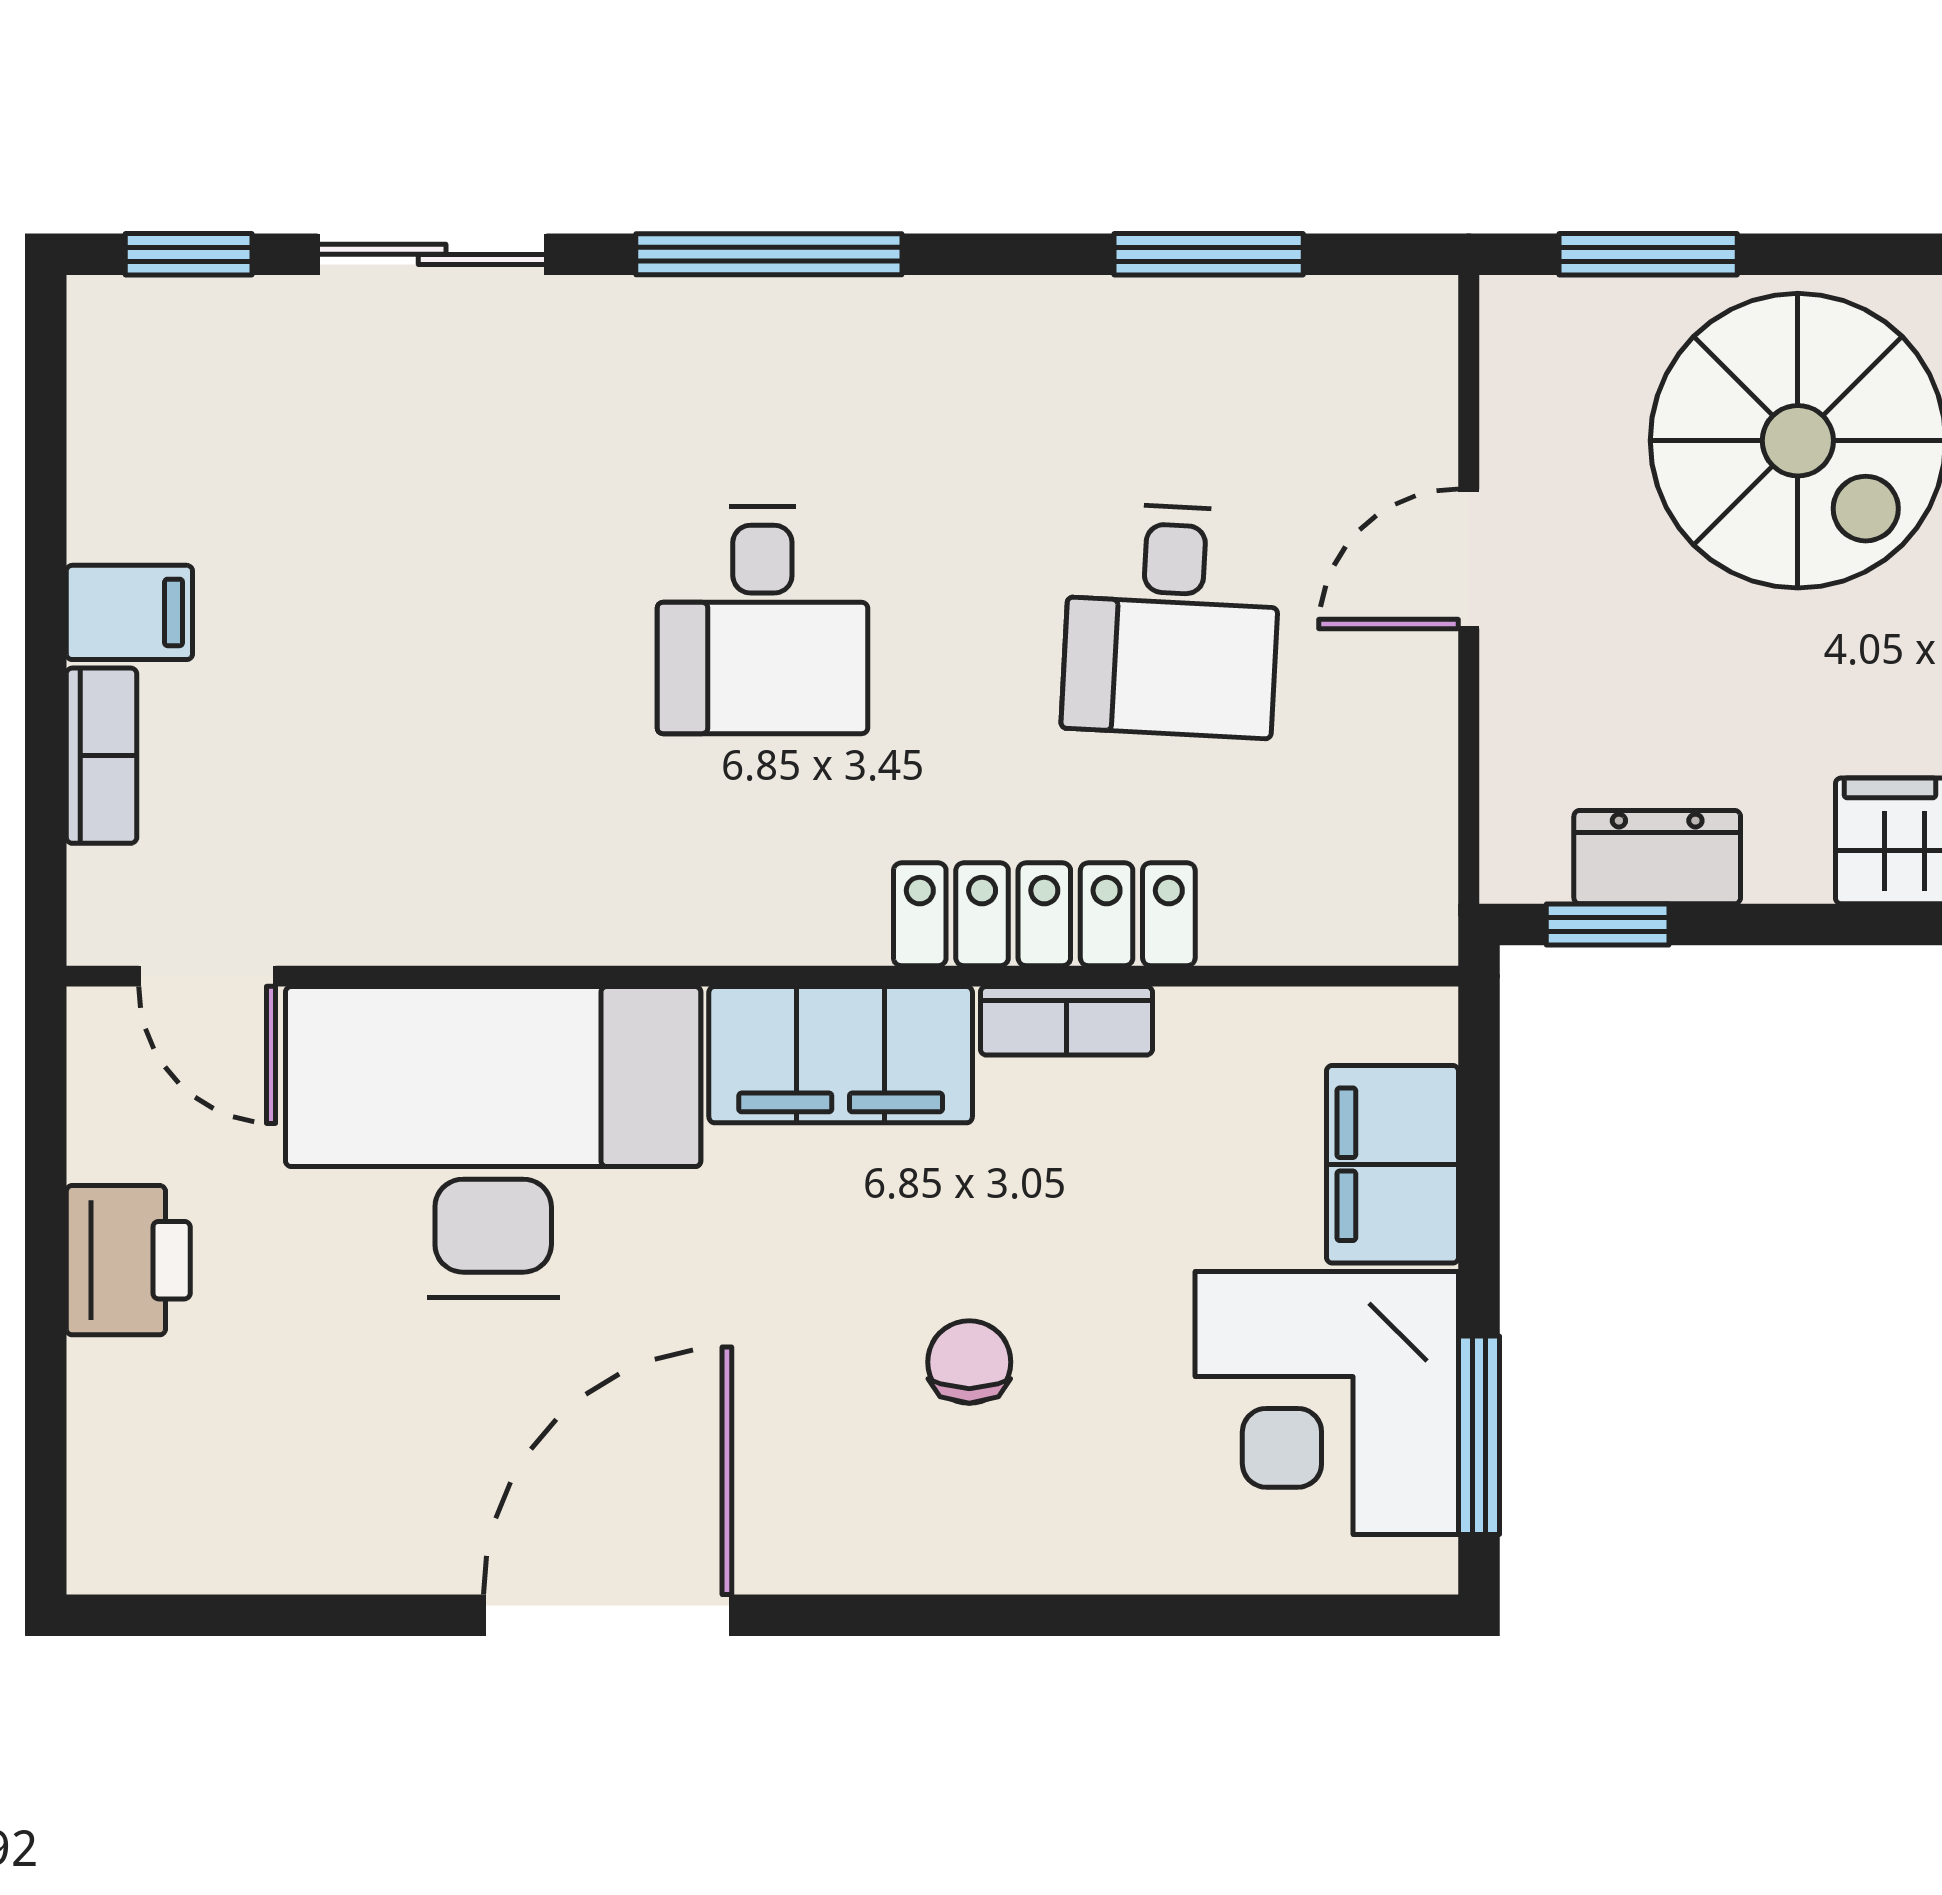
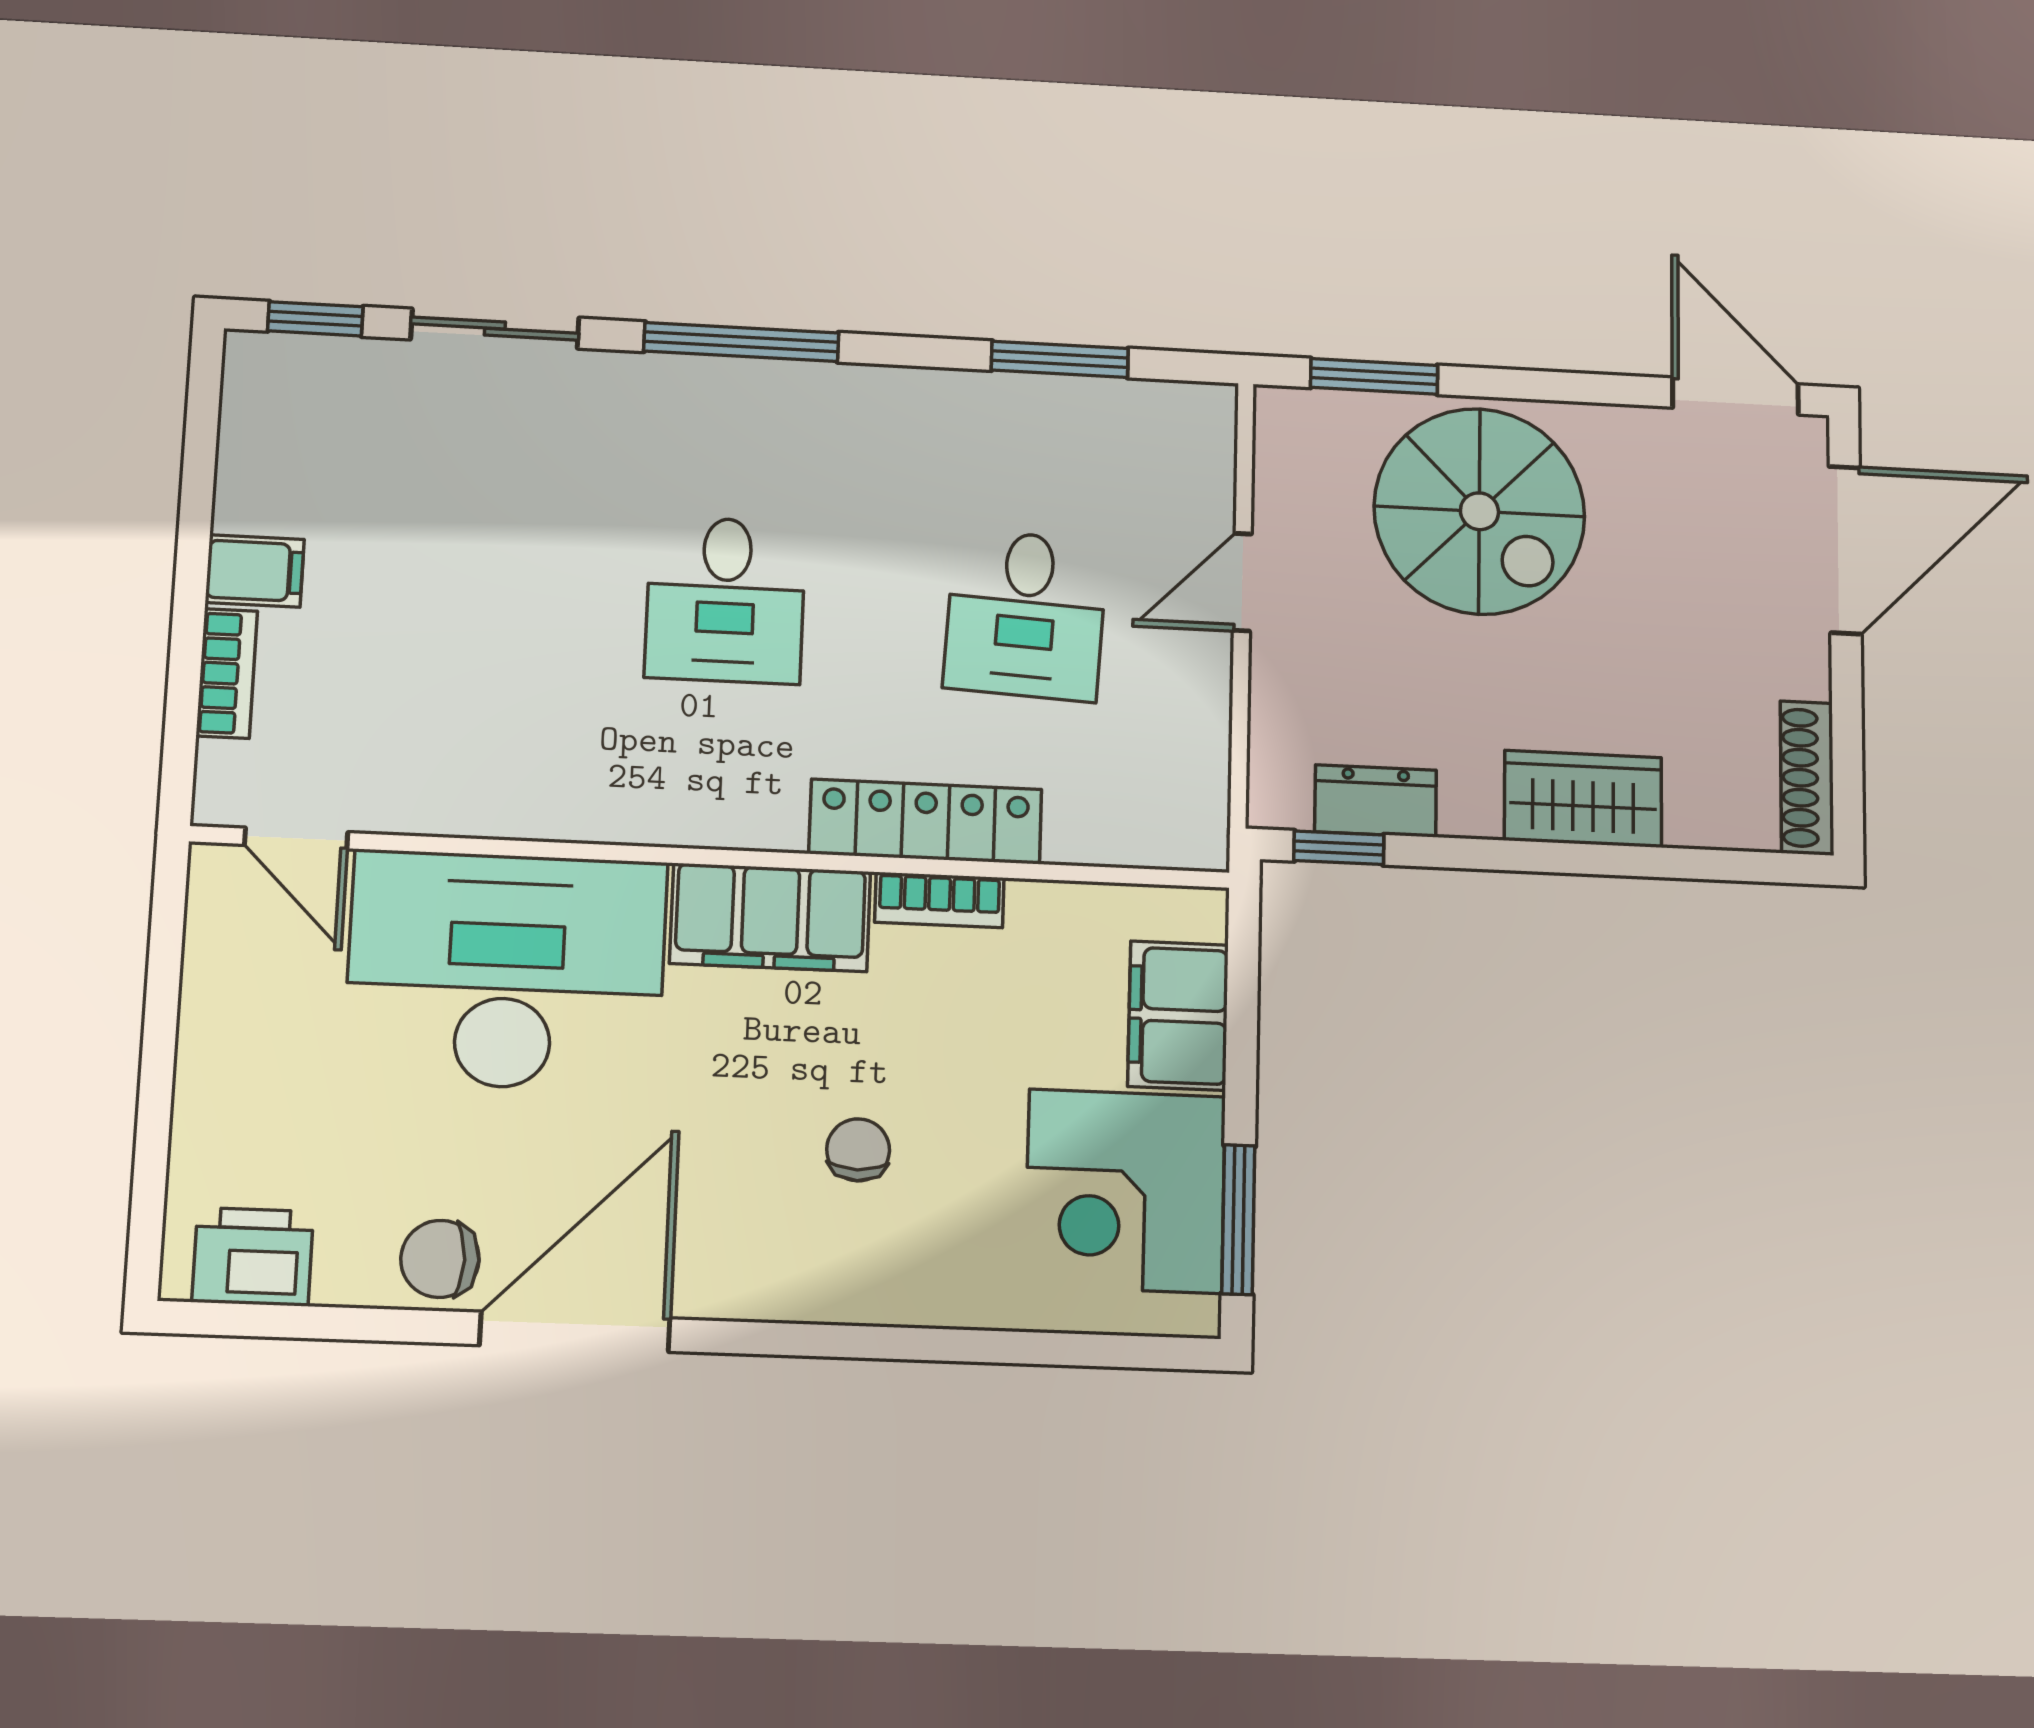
printer: (128, 1260) -> (253, 1257), moved, turned -90
chair: (427, 1527) -> (440, 1259), added

